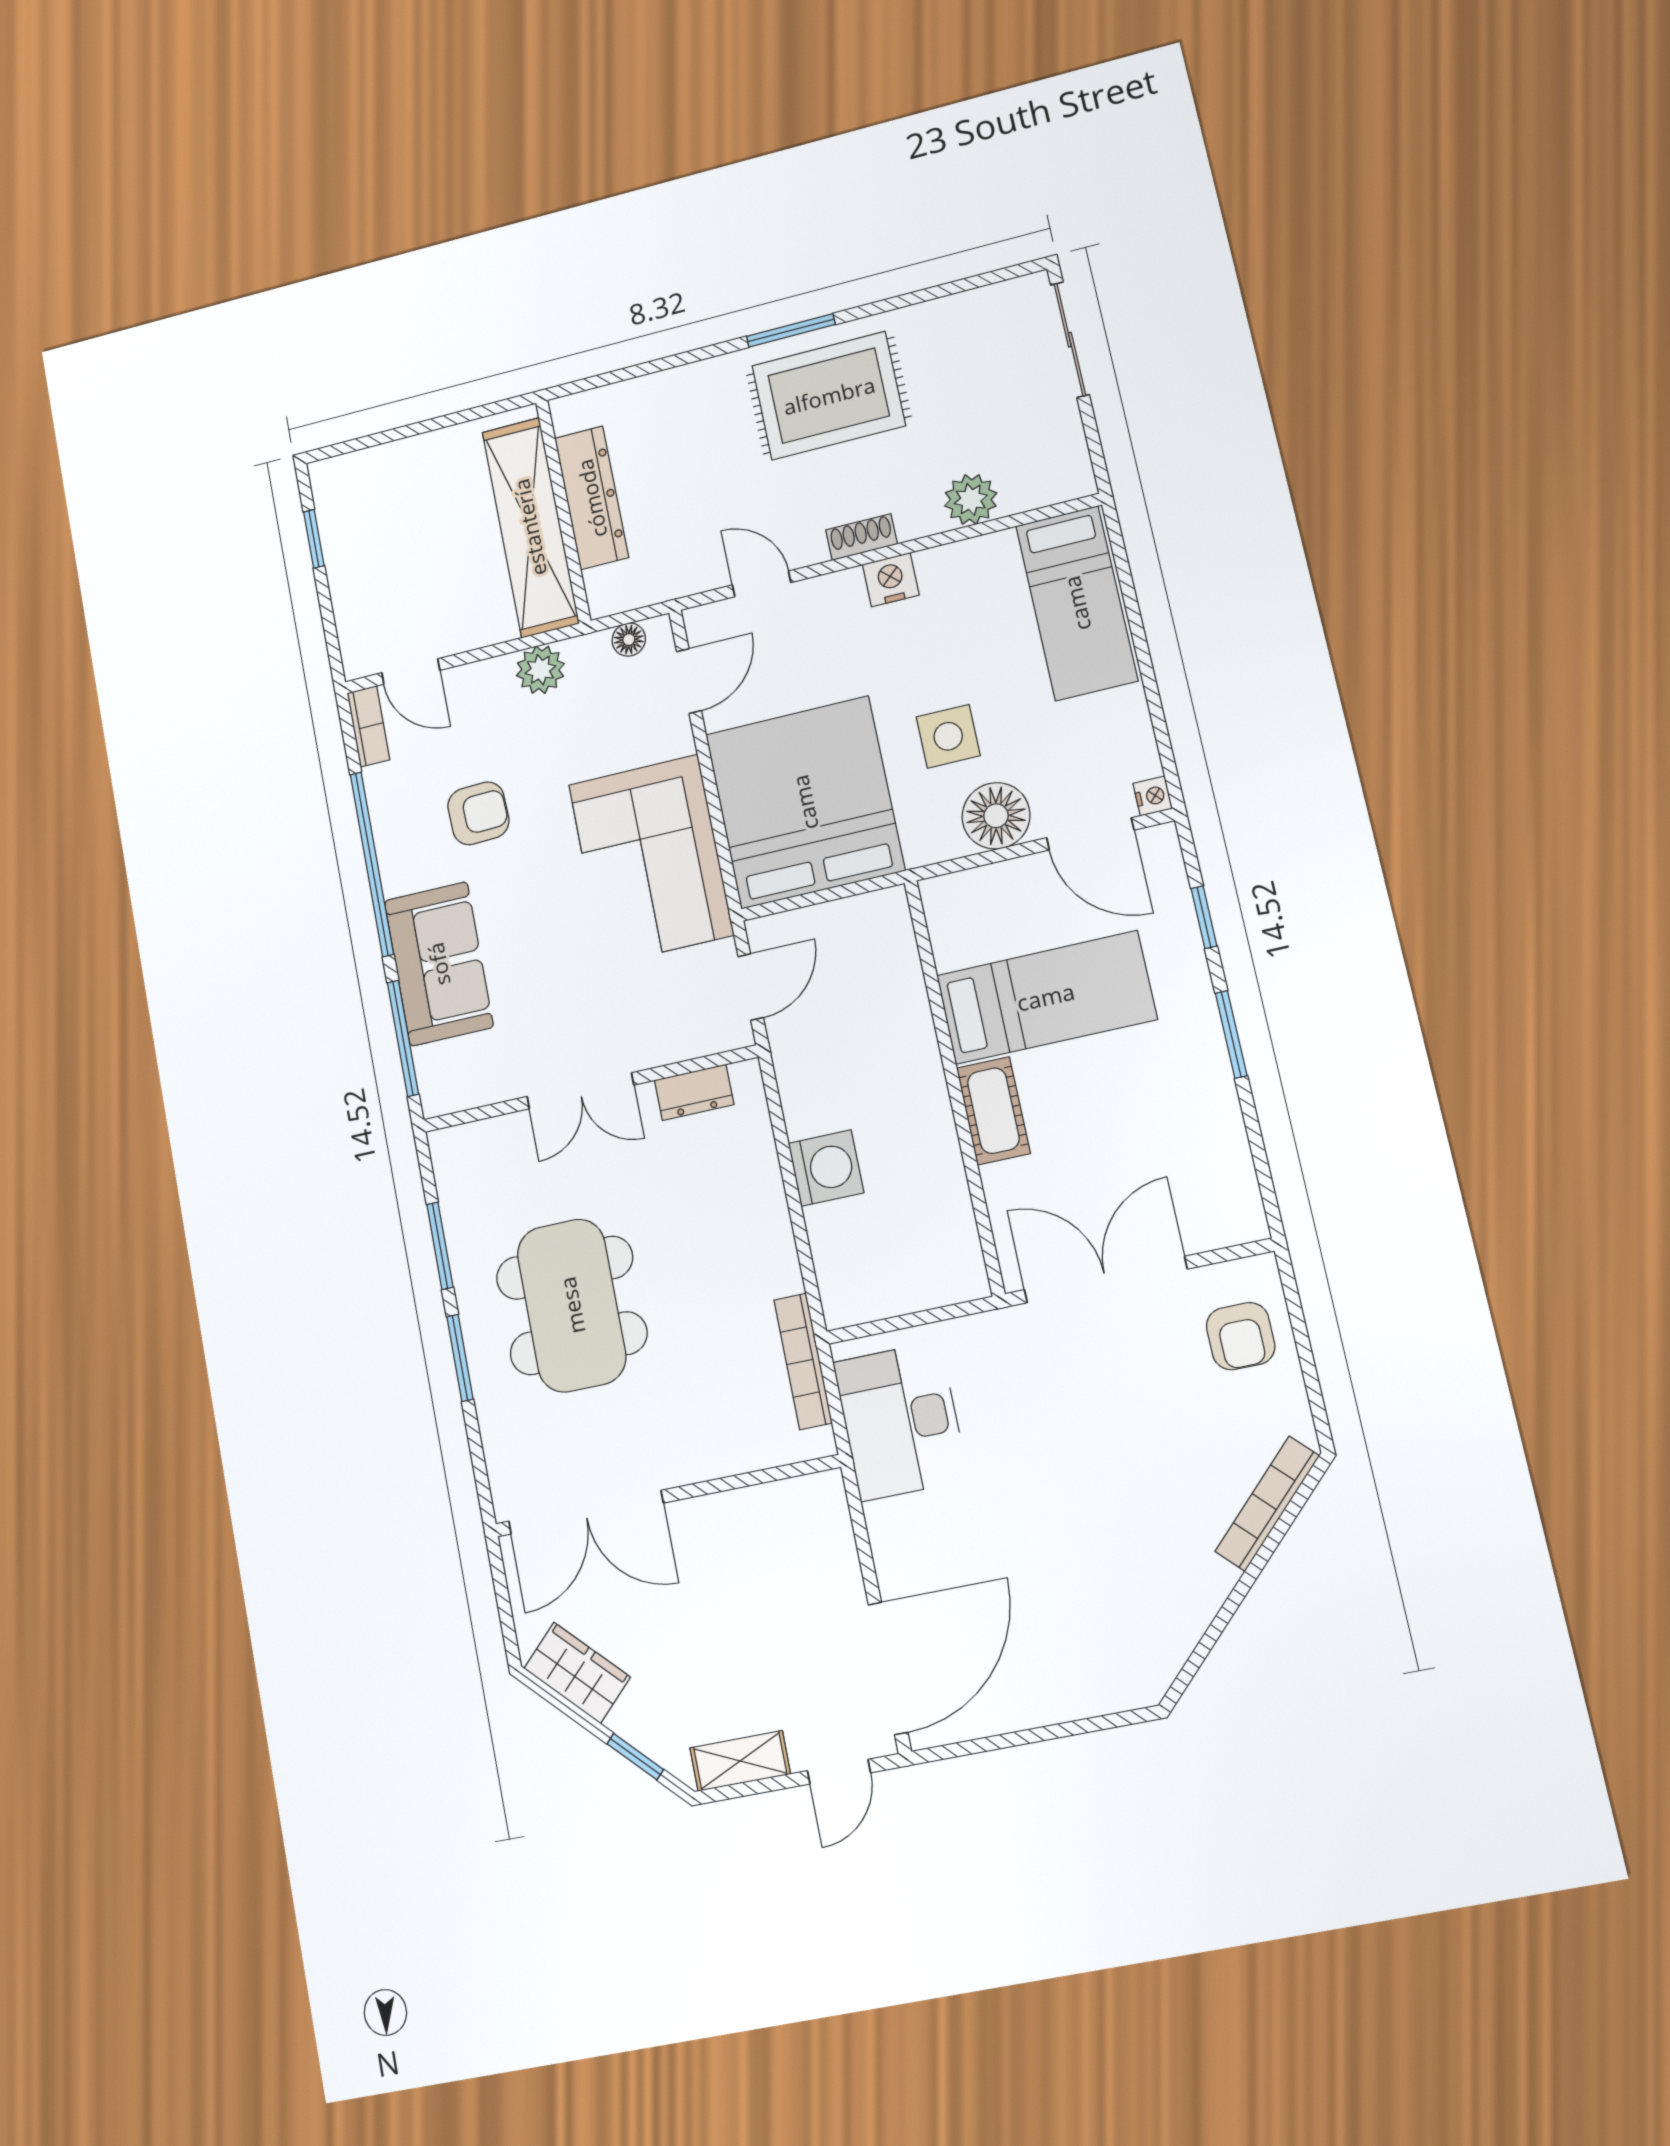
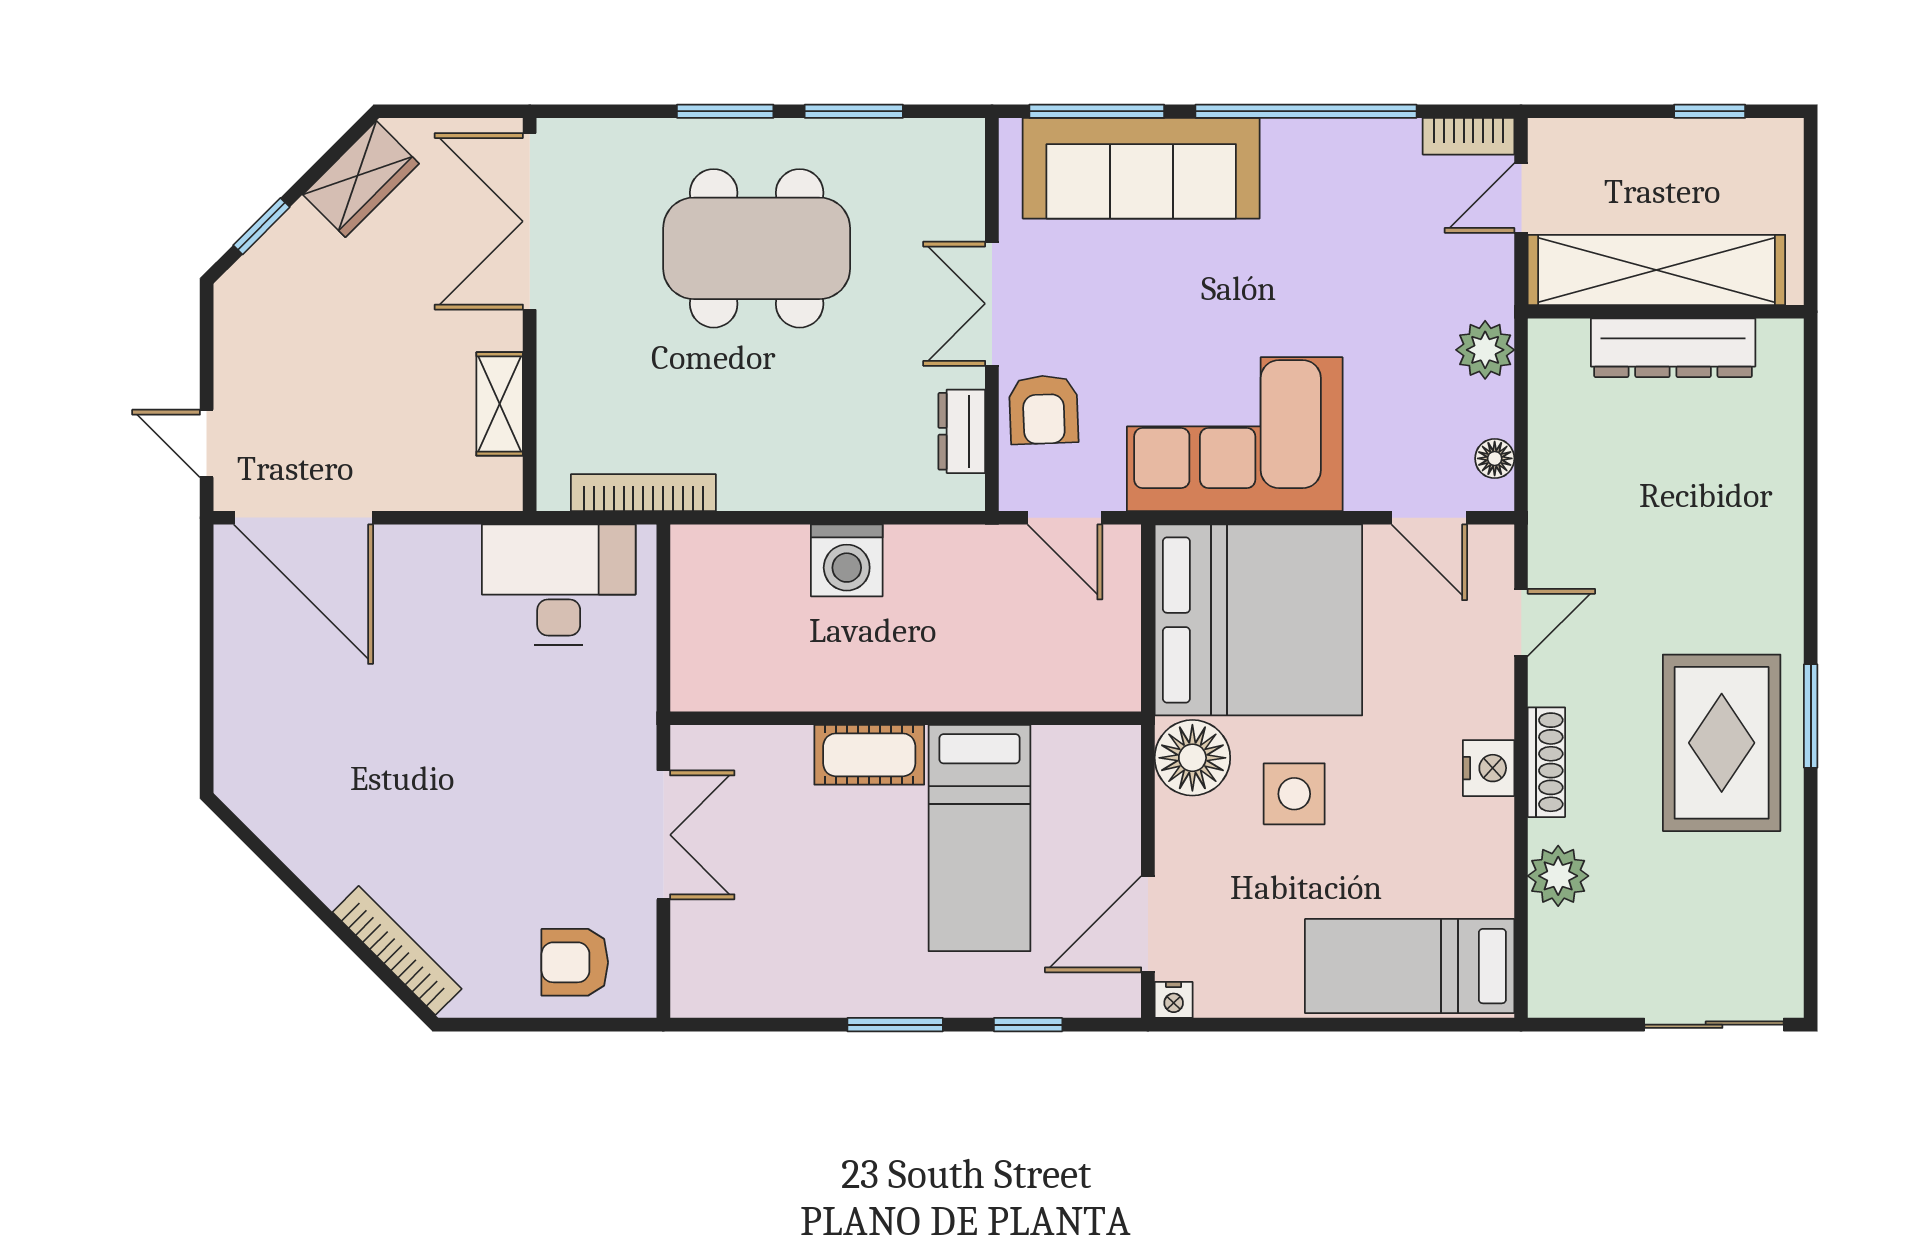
dresser: (592, 498) -> (1673, 348), moved
wall: (563, 511) -> (1666, 312), moved
shelving: (530, 527) -> (1656, 270), moved
shoe rack: (862, 537) -> (1546, 762), width x1.43
armchair: (478, 813) -> (1044, 410), moved
floor lamp: (996, 816) -> (1192, 758), moved
sofa: (439, 964) -> (1141, 168), width x1.36
double door: (1106, 1280) -> (663, 835), width x0.73
shelving: (740, 1761) -> (500, 404), moved

